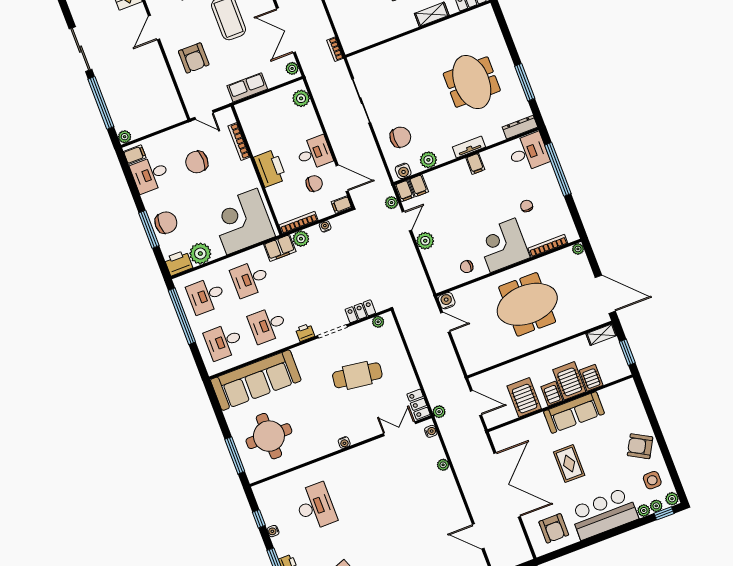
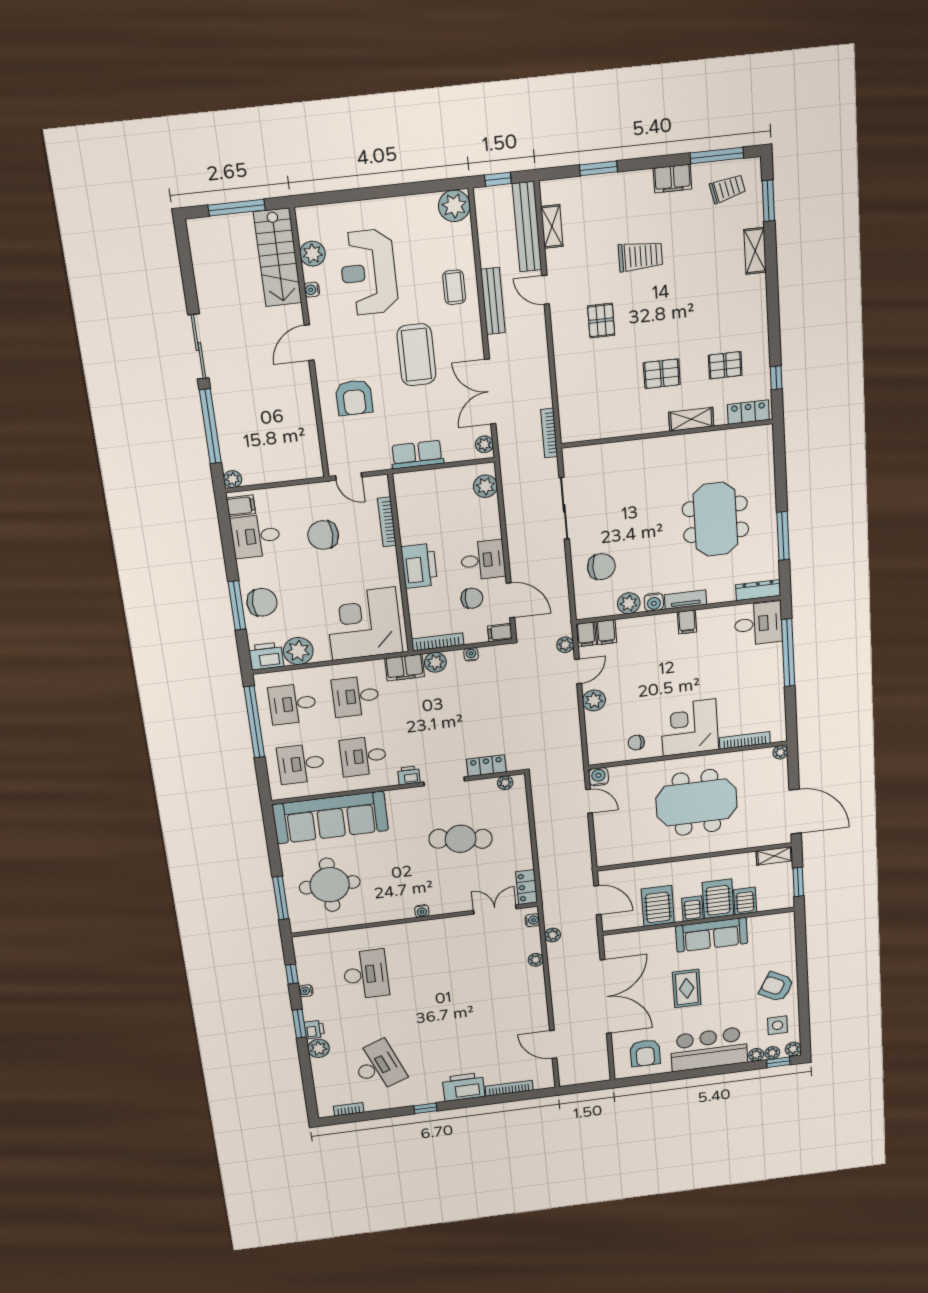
bookcase: (335, 49) -> (549, 433), width x1.56
water cooler: (403, 171) -> (654, 602), moved
chair: (527, 206) -> (734, 688), removed
plant: (439, 412) -> (553, 935), moved

